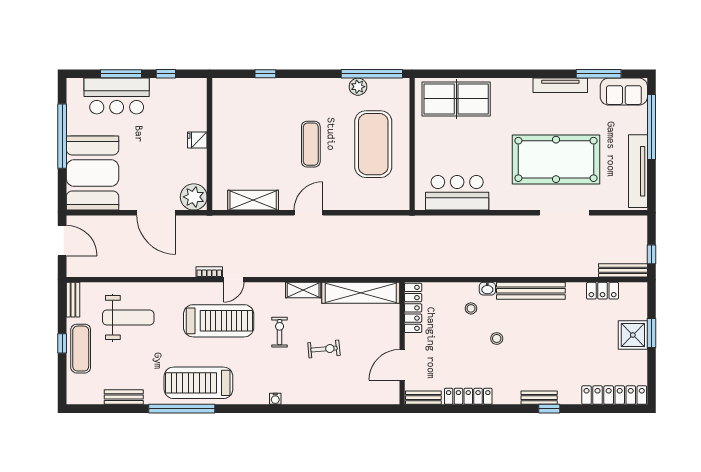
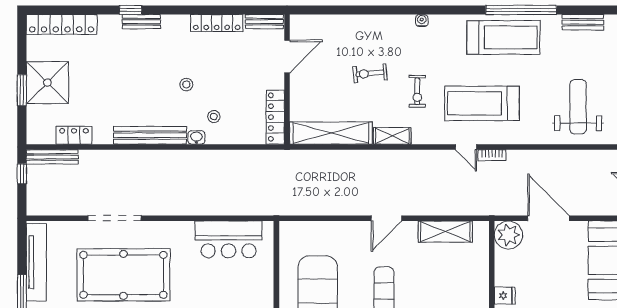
door: (234, 280) -> (466, 147), swing flipped
weight bench: (128, 318) -> (578, 107), turned 90
shower: (633, 335) -> (47, 83), width x1.37, depth x1.37

